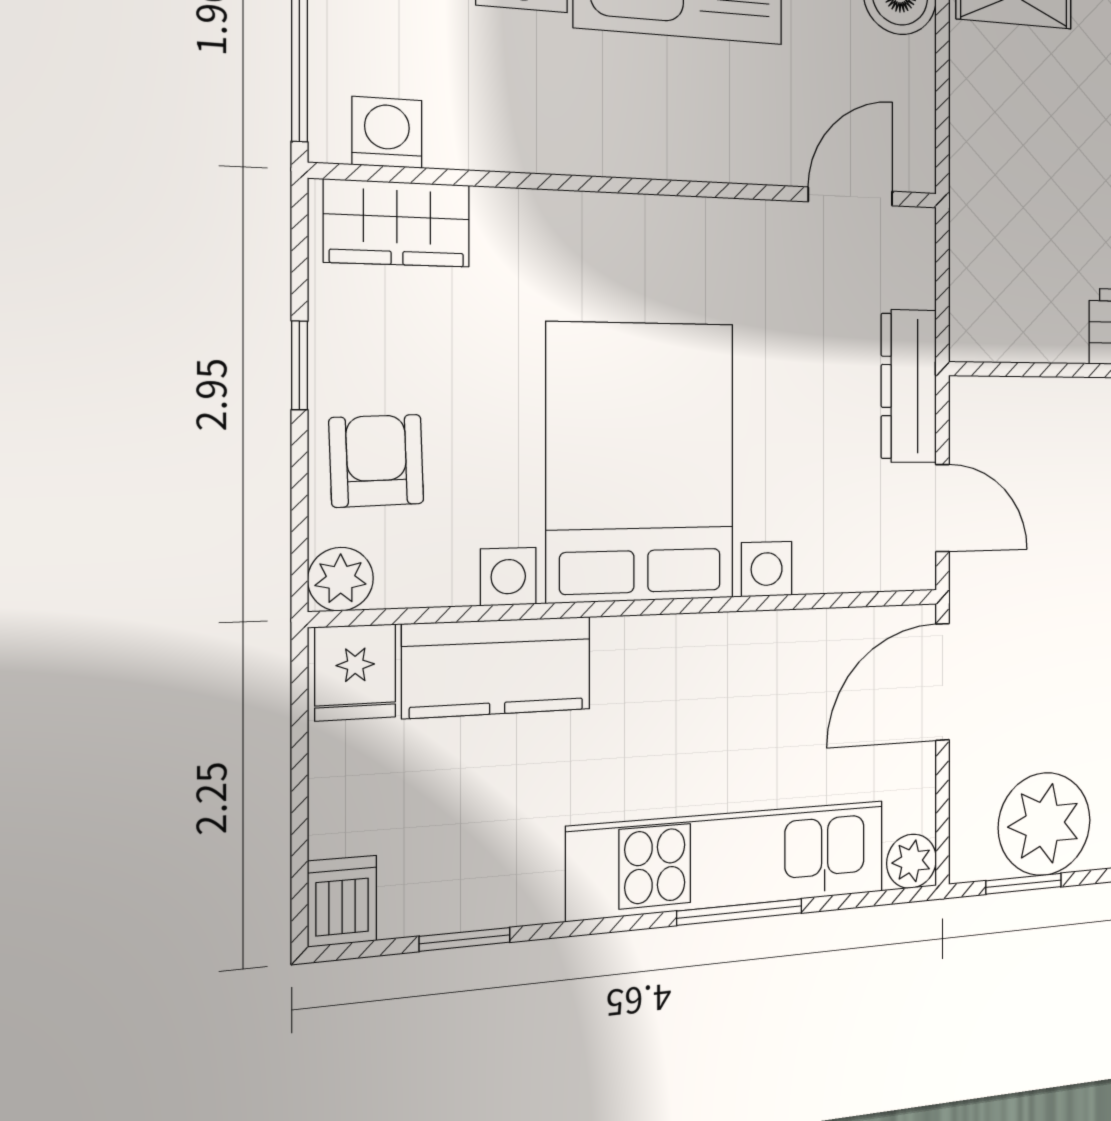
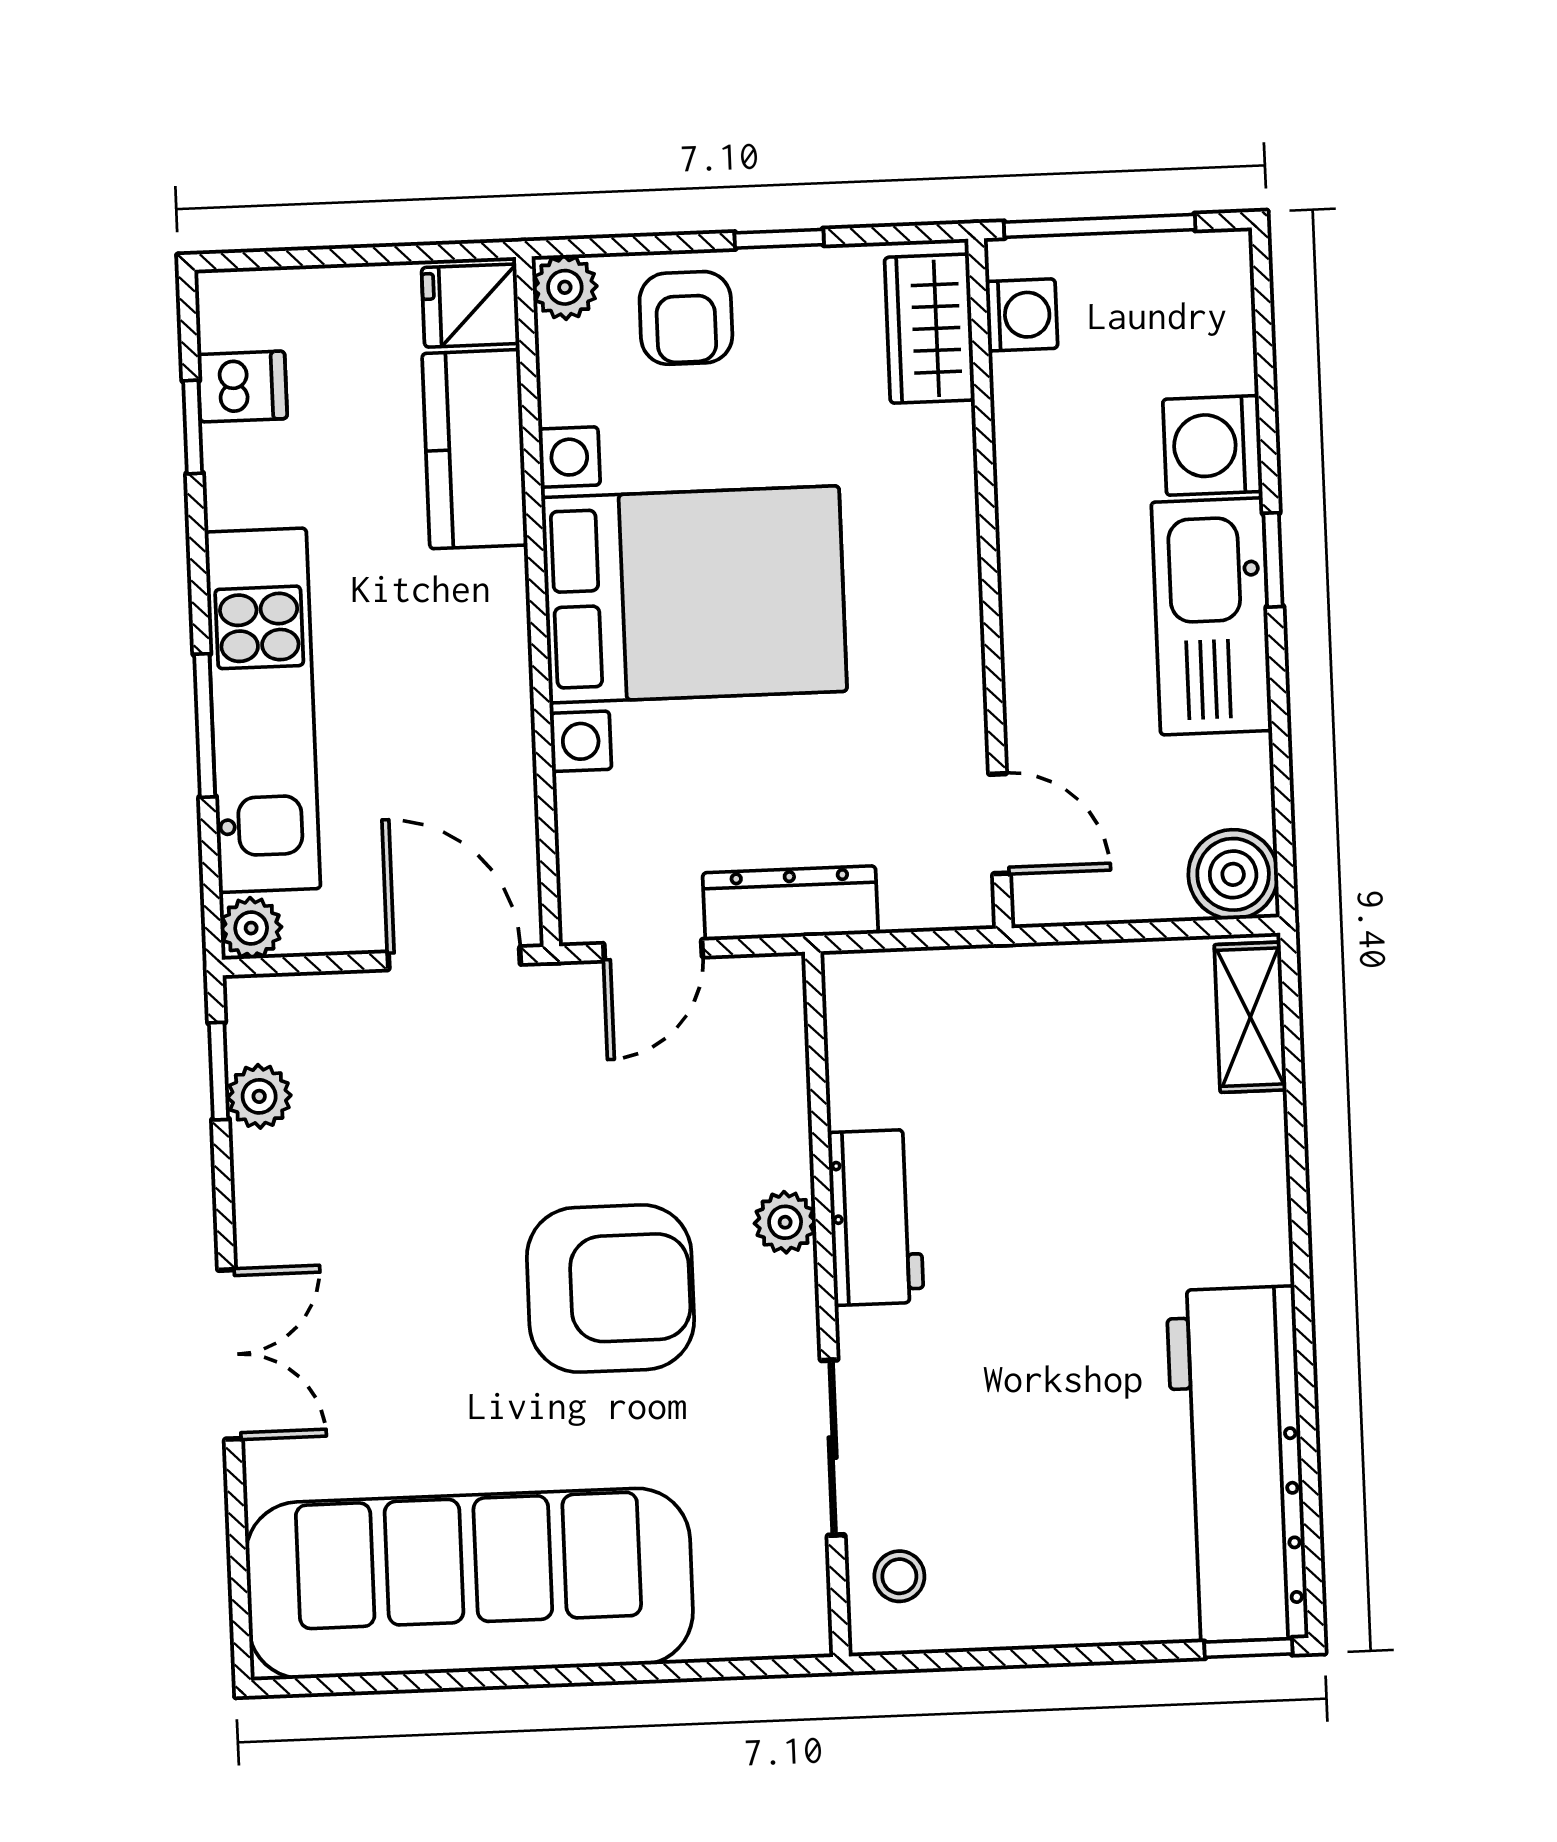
armchair: (377, 461) -> (686, 318), turned 92
plant: (1044, 824) -> (259, 1096), width x0.53, depth x0.53
dishwasher: (342, 901) -> (242, 387), moved

